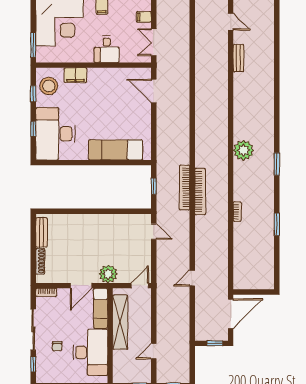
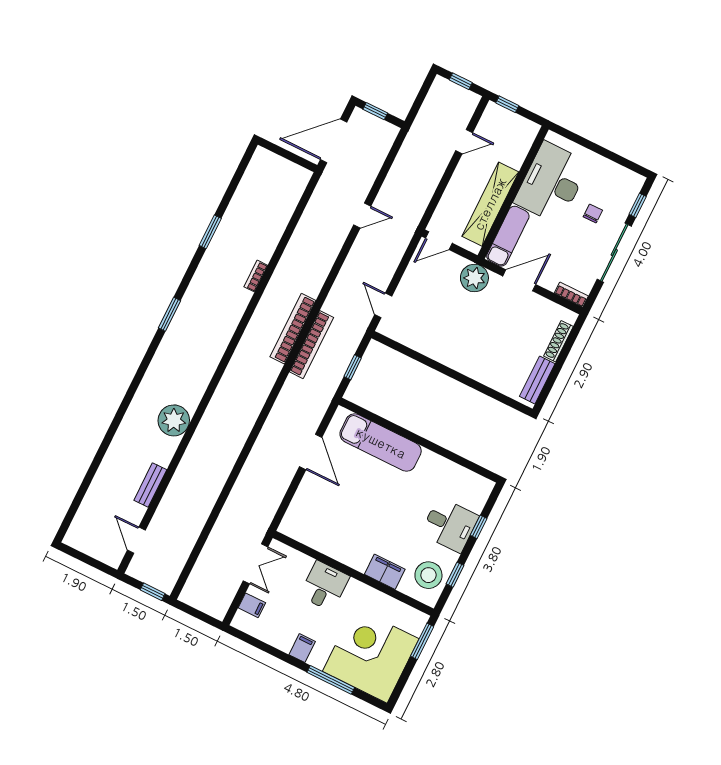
door: (154, 91) -> (311, 452), moved
desk: (55, 134) -> (450, 525), width x0.53, depth x0.77
plant: (243, 150) -> (174, 420), moved

